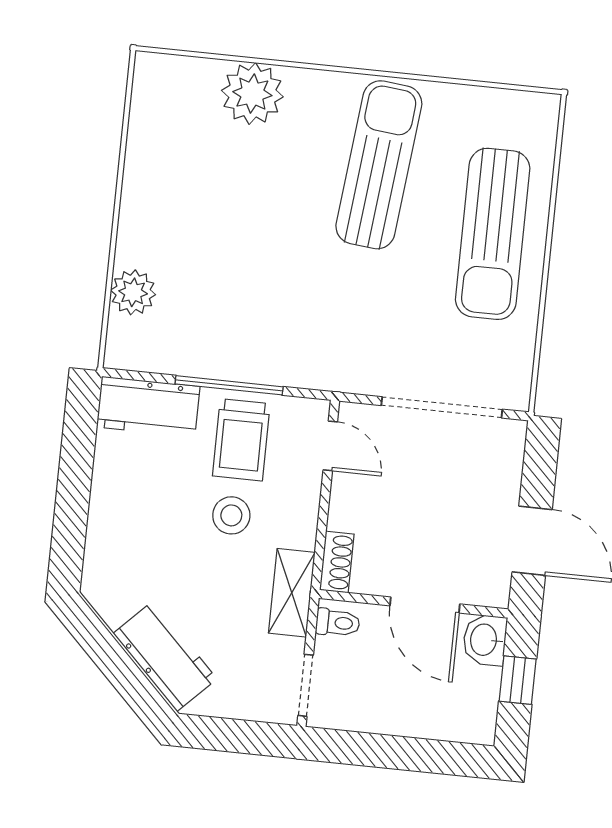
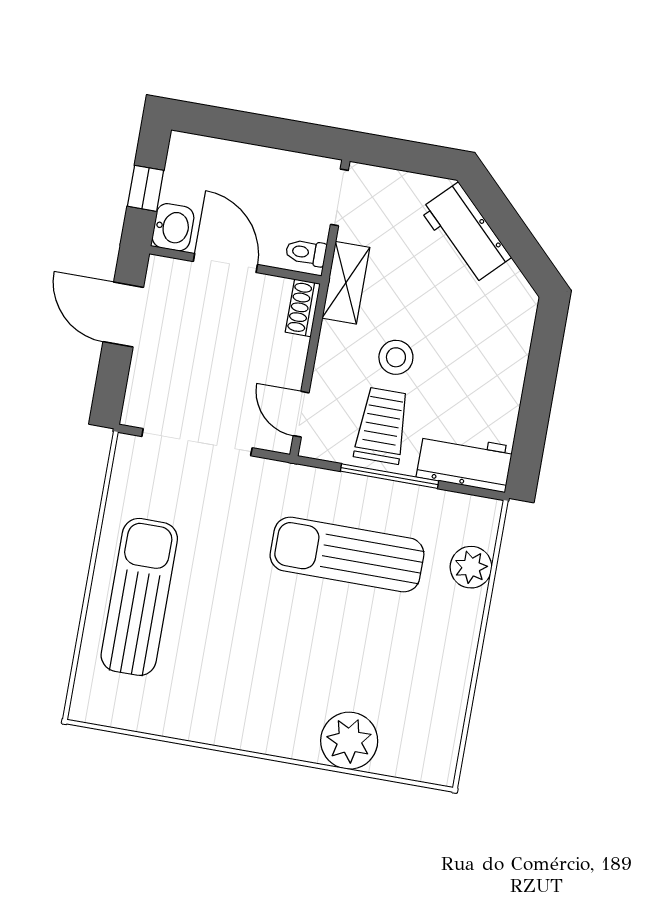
sun lounger: (379, 165) -> (347, 554), moved, turned 84

